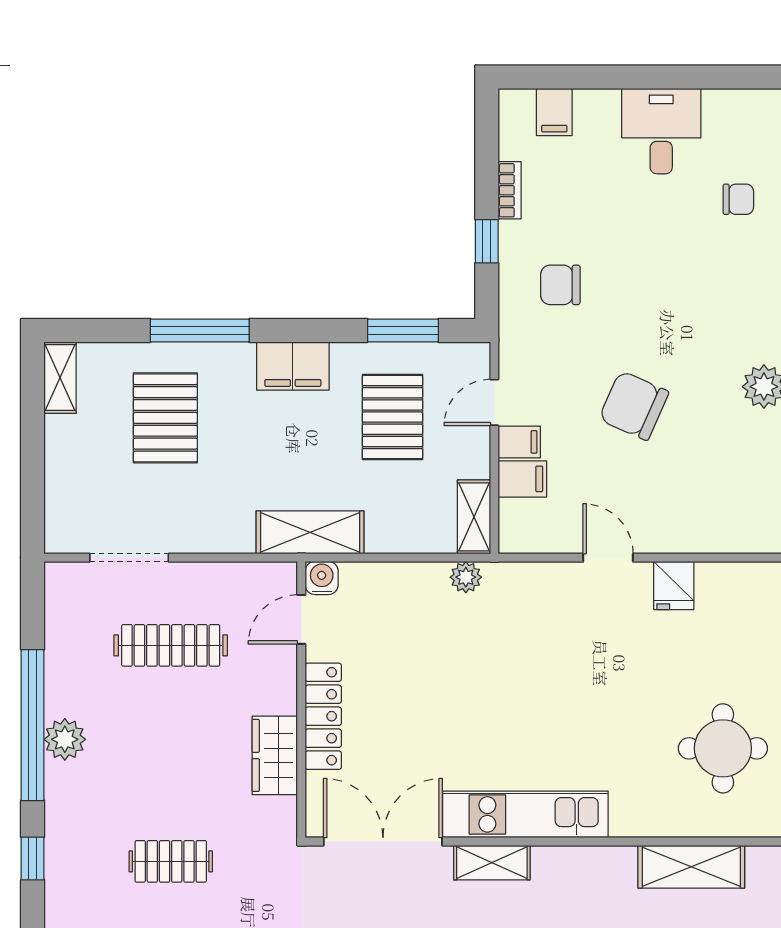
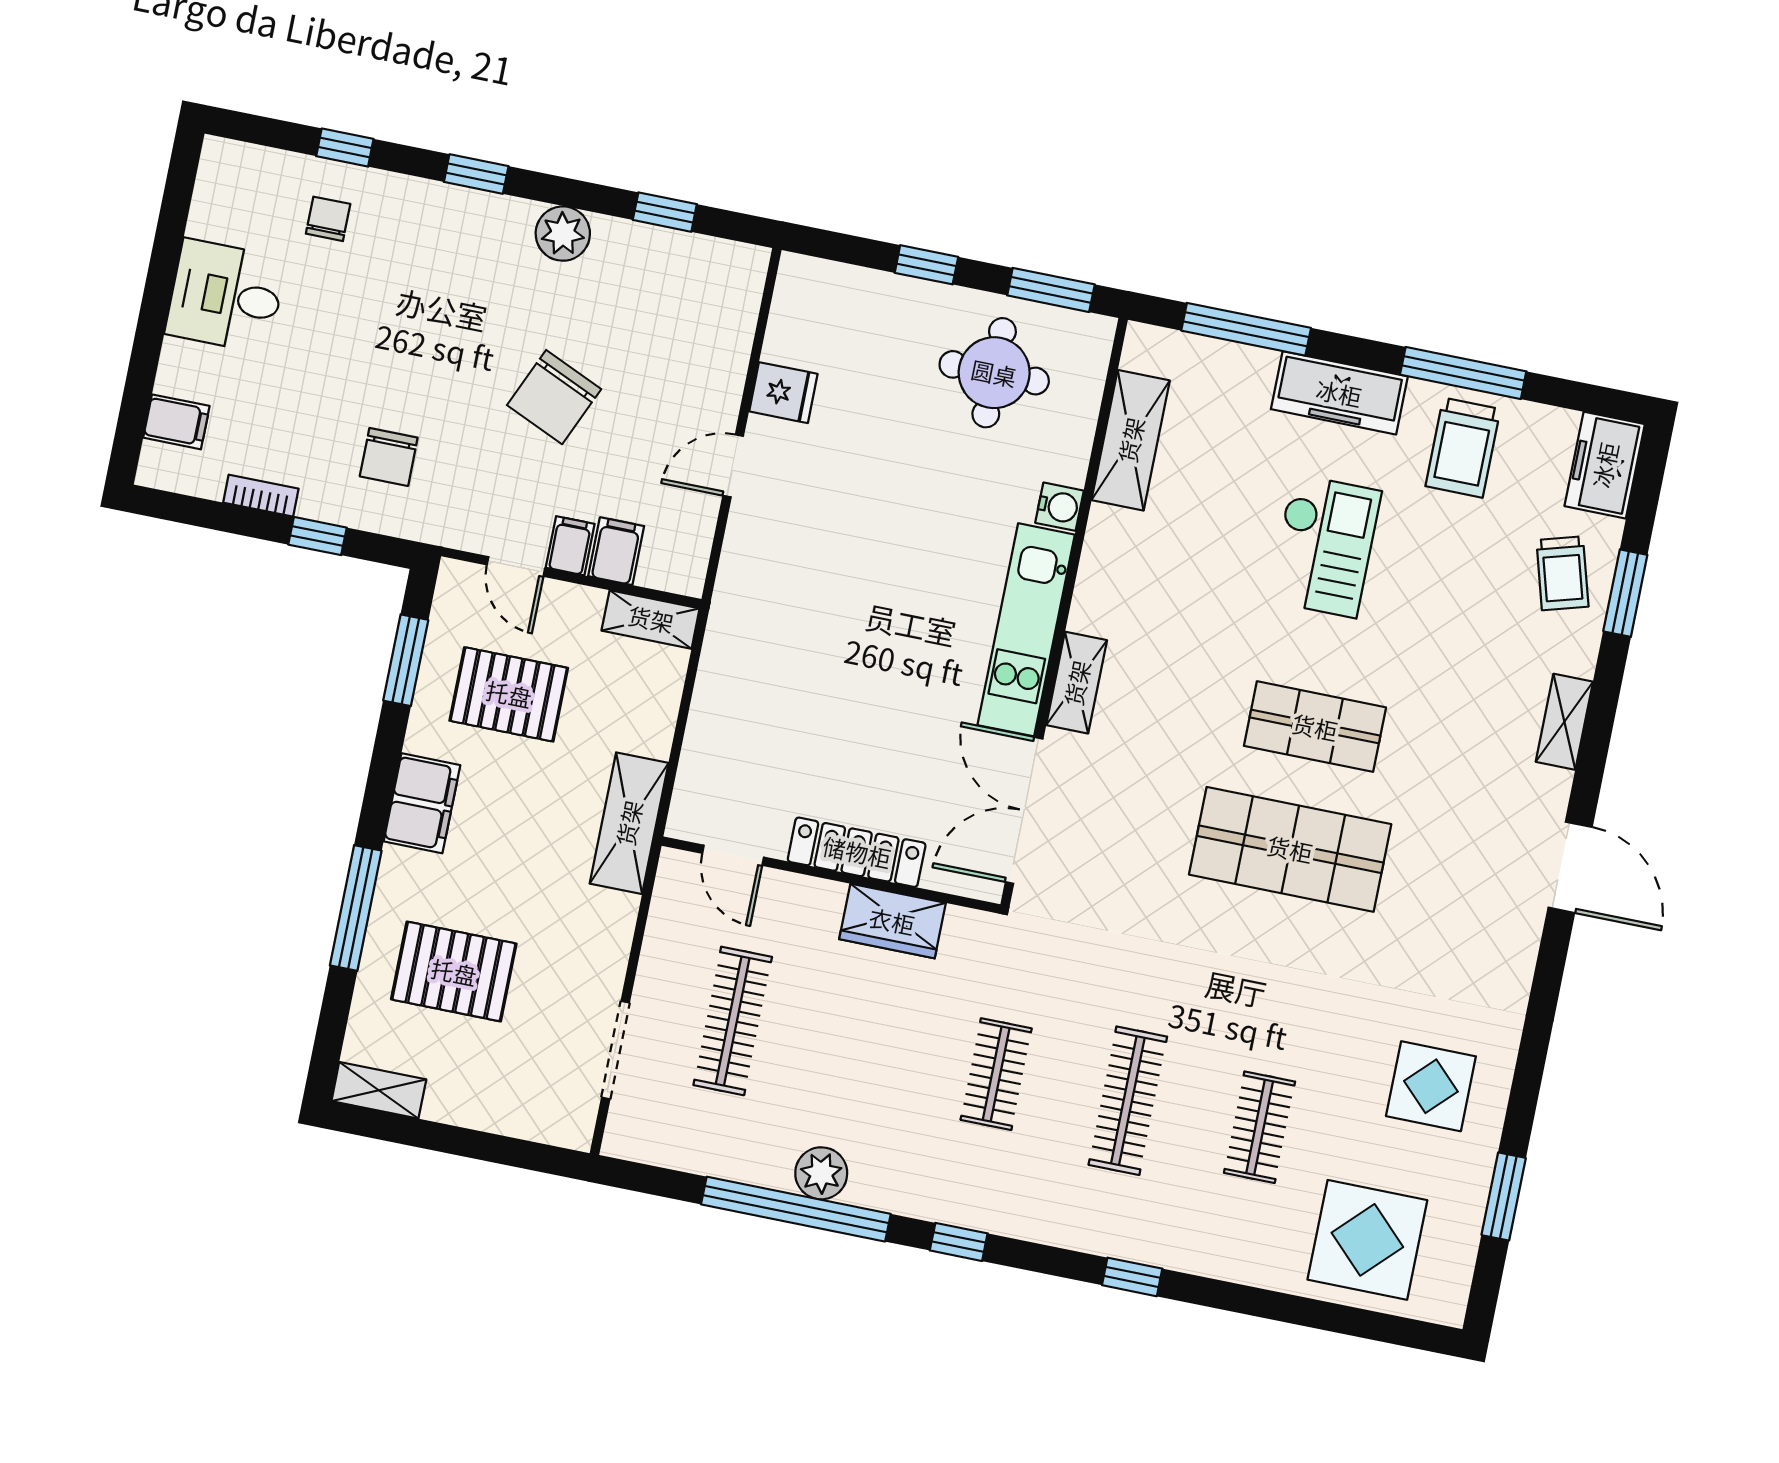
plant: (466, 577) -> (722, 644), removed
water cooler: (322, 578) -> (1060, 507), moved, turned 180

